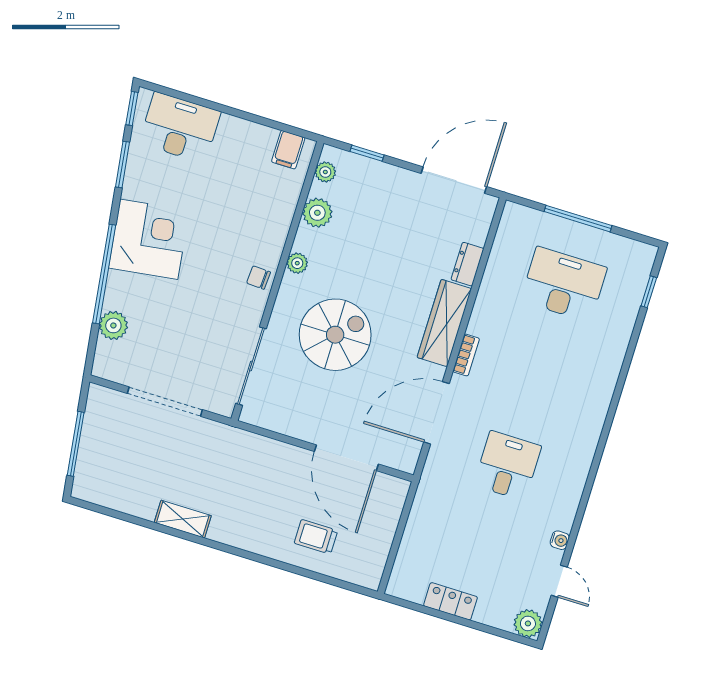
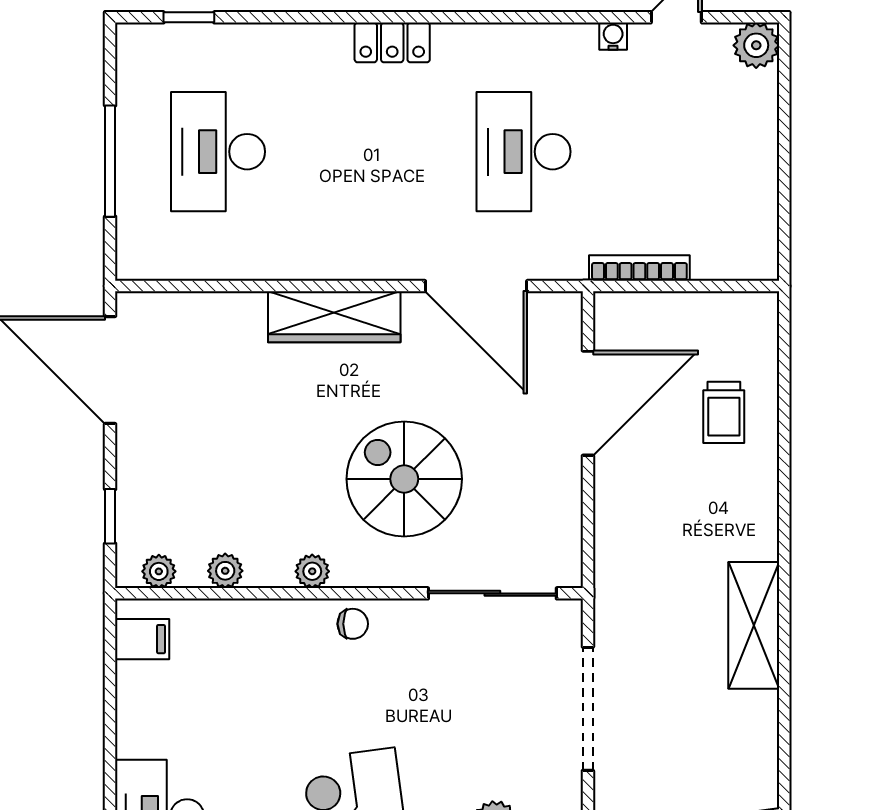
plant: (317, 213) -> (225, 571), width x0.73, depth x0.73
dresser: (467, 264) -> (233, 309), removed
chair: (259, 278) -> (353, 624), turned -93
bookcase: (466, 355) -> (639, 268), moved, width x1.56
desk: (508, 466) -> (524, 152), width x1.37
shelving: (183, 519) -> (754, 625), width x1.50, depth x1.33
locker: (450, 601) -> (392, 42), moved, turned -90

